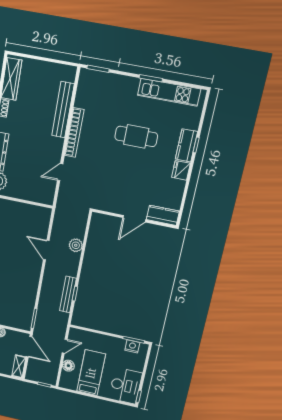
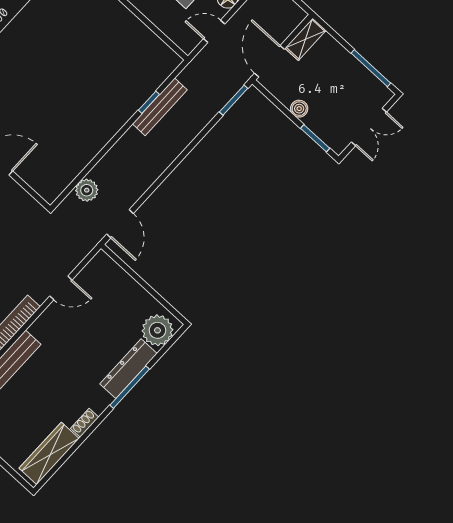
plant: (76, 245) -> (87, 190), moved
door: (46, 250) -> (120, 224), moved

